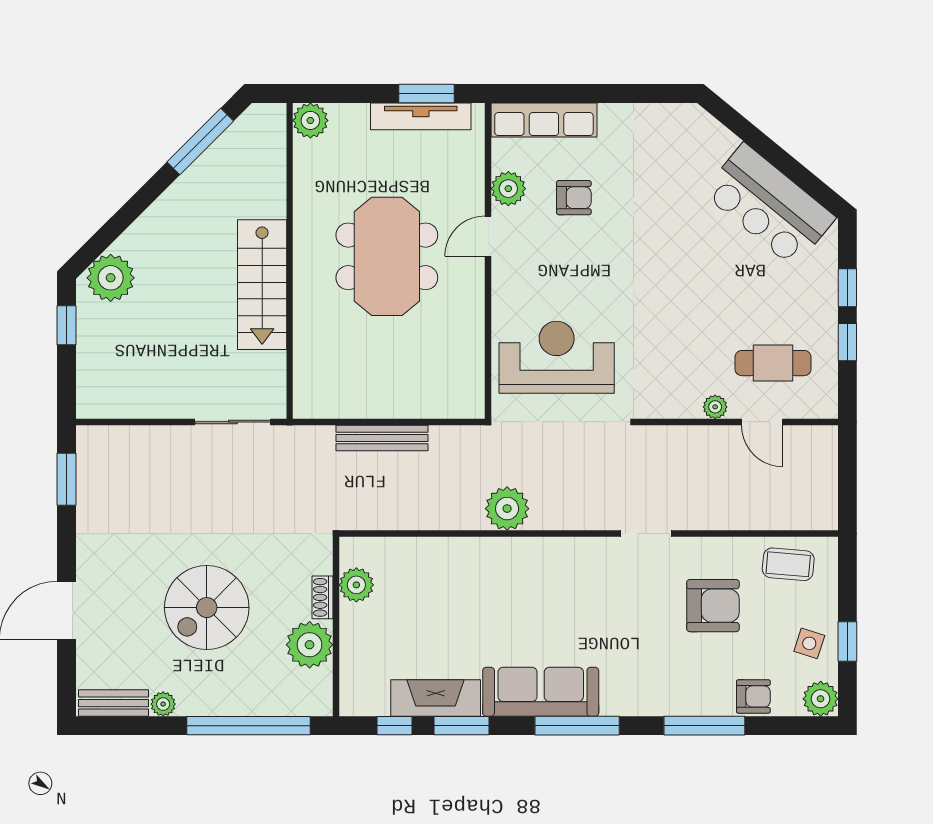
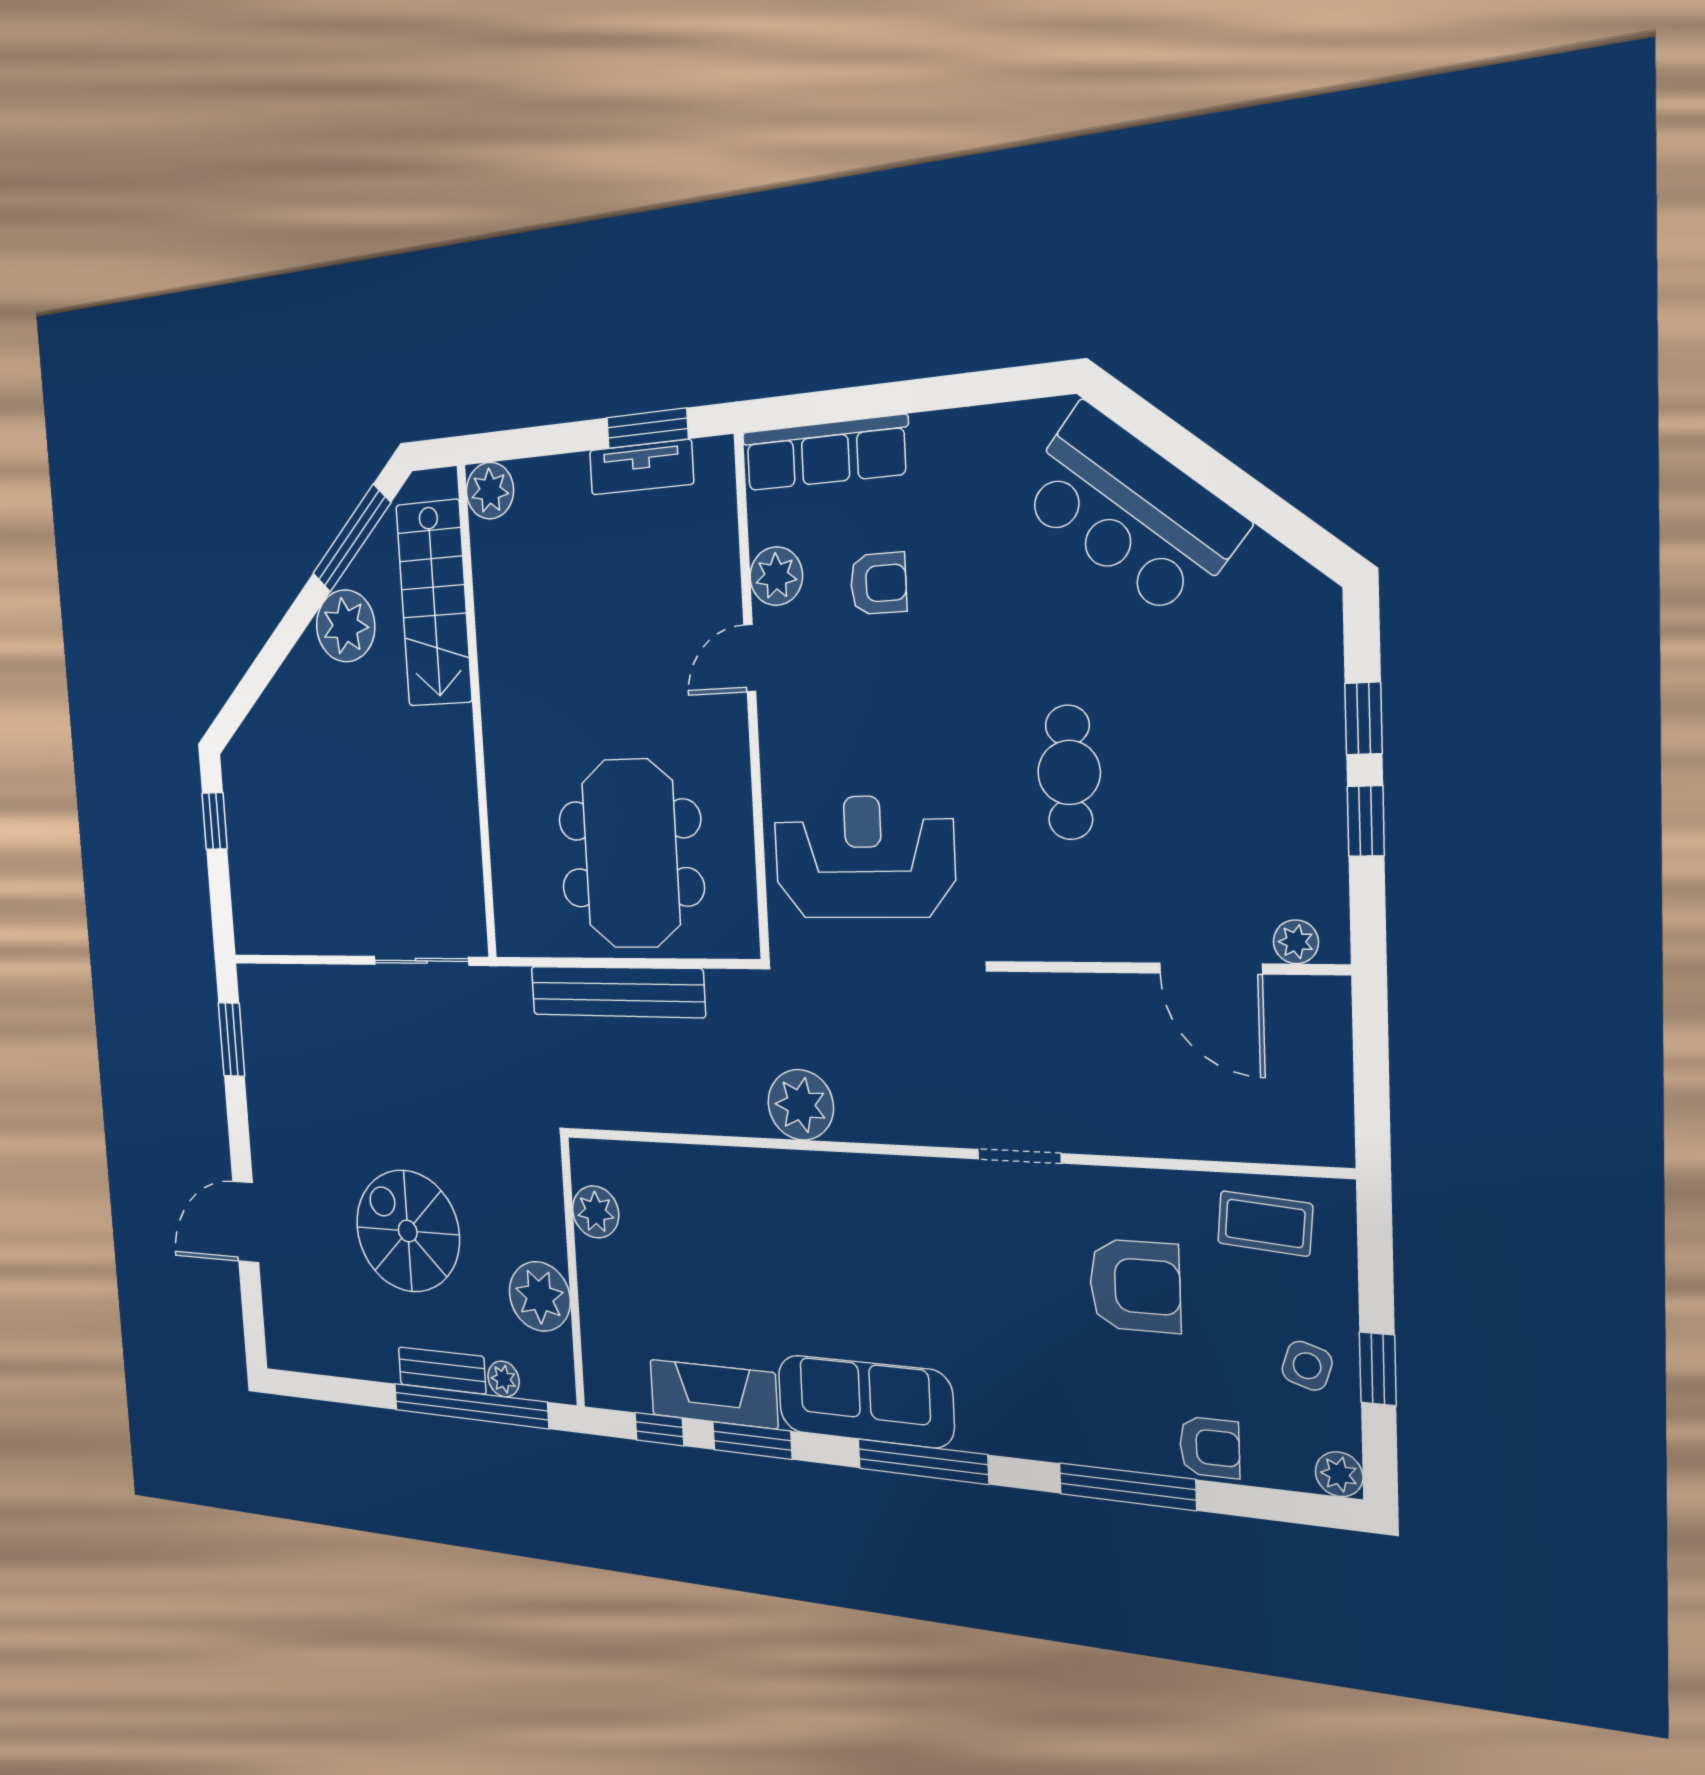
tv unit: (421, 116) -> (641, 467), width x0.71
bar counter: (769, 205) -> (1130, 511), moved
meeting table: (387, 256) -> (631, 854), moved
plant: (111, 278) -> (346, 626), moved
stairs: (262, 285) -> (434, 603), moved
cafe table: (773, 363) -> (1069, 772), moved, turned 90
plant: (715, 407) -> (1296, 942), moved
door: (762, 422) -> (1211, 969), width x1.38
bench: (382, 438) -> (617, 992), width x1.37, depth x1.21
shoe rack: (323, 597) -> (552, 1227), removed
spiral stairs: (207, 608) -> (408, 1231), turned 90
plant: (821, 699) -> (1339, 1474), width x0.73, depth x0.73
bench: (113, 703) -> (442, 1370), moved
plant: (163, 704) -> (504, 1379), moved

